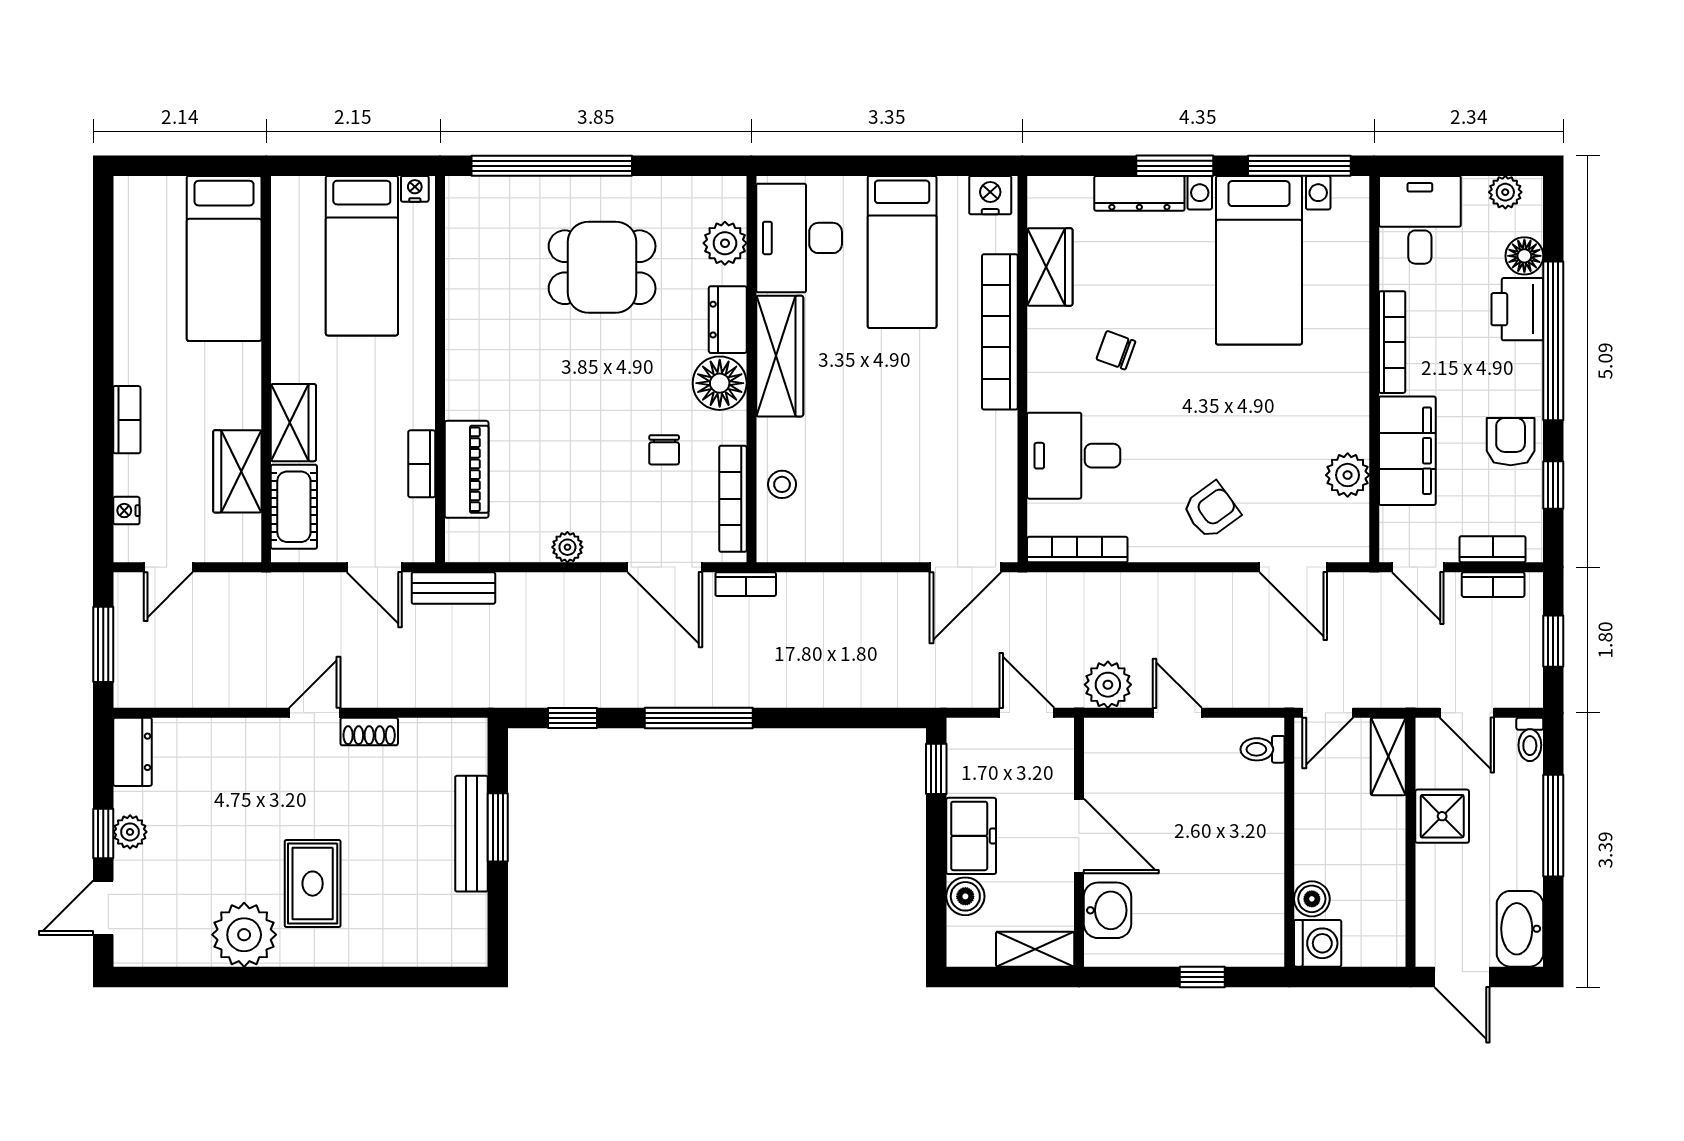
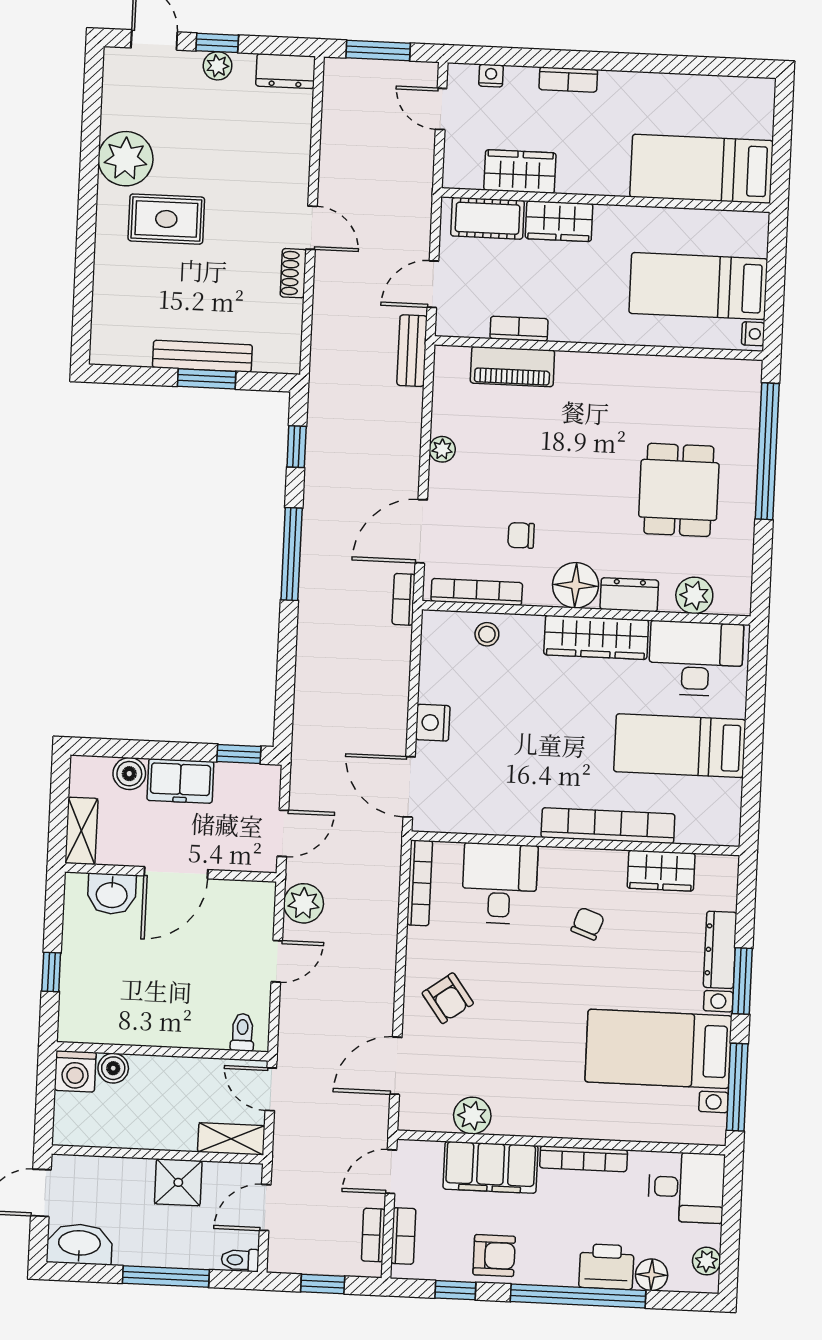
nightstand: (990, 195) -> (433, 723), moved, turned 180

